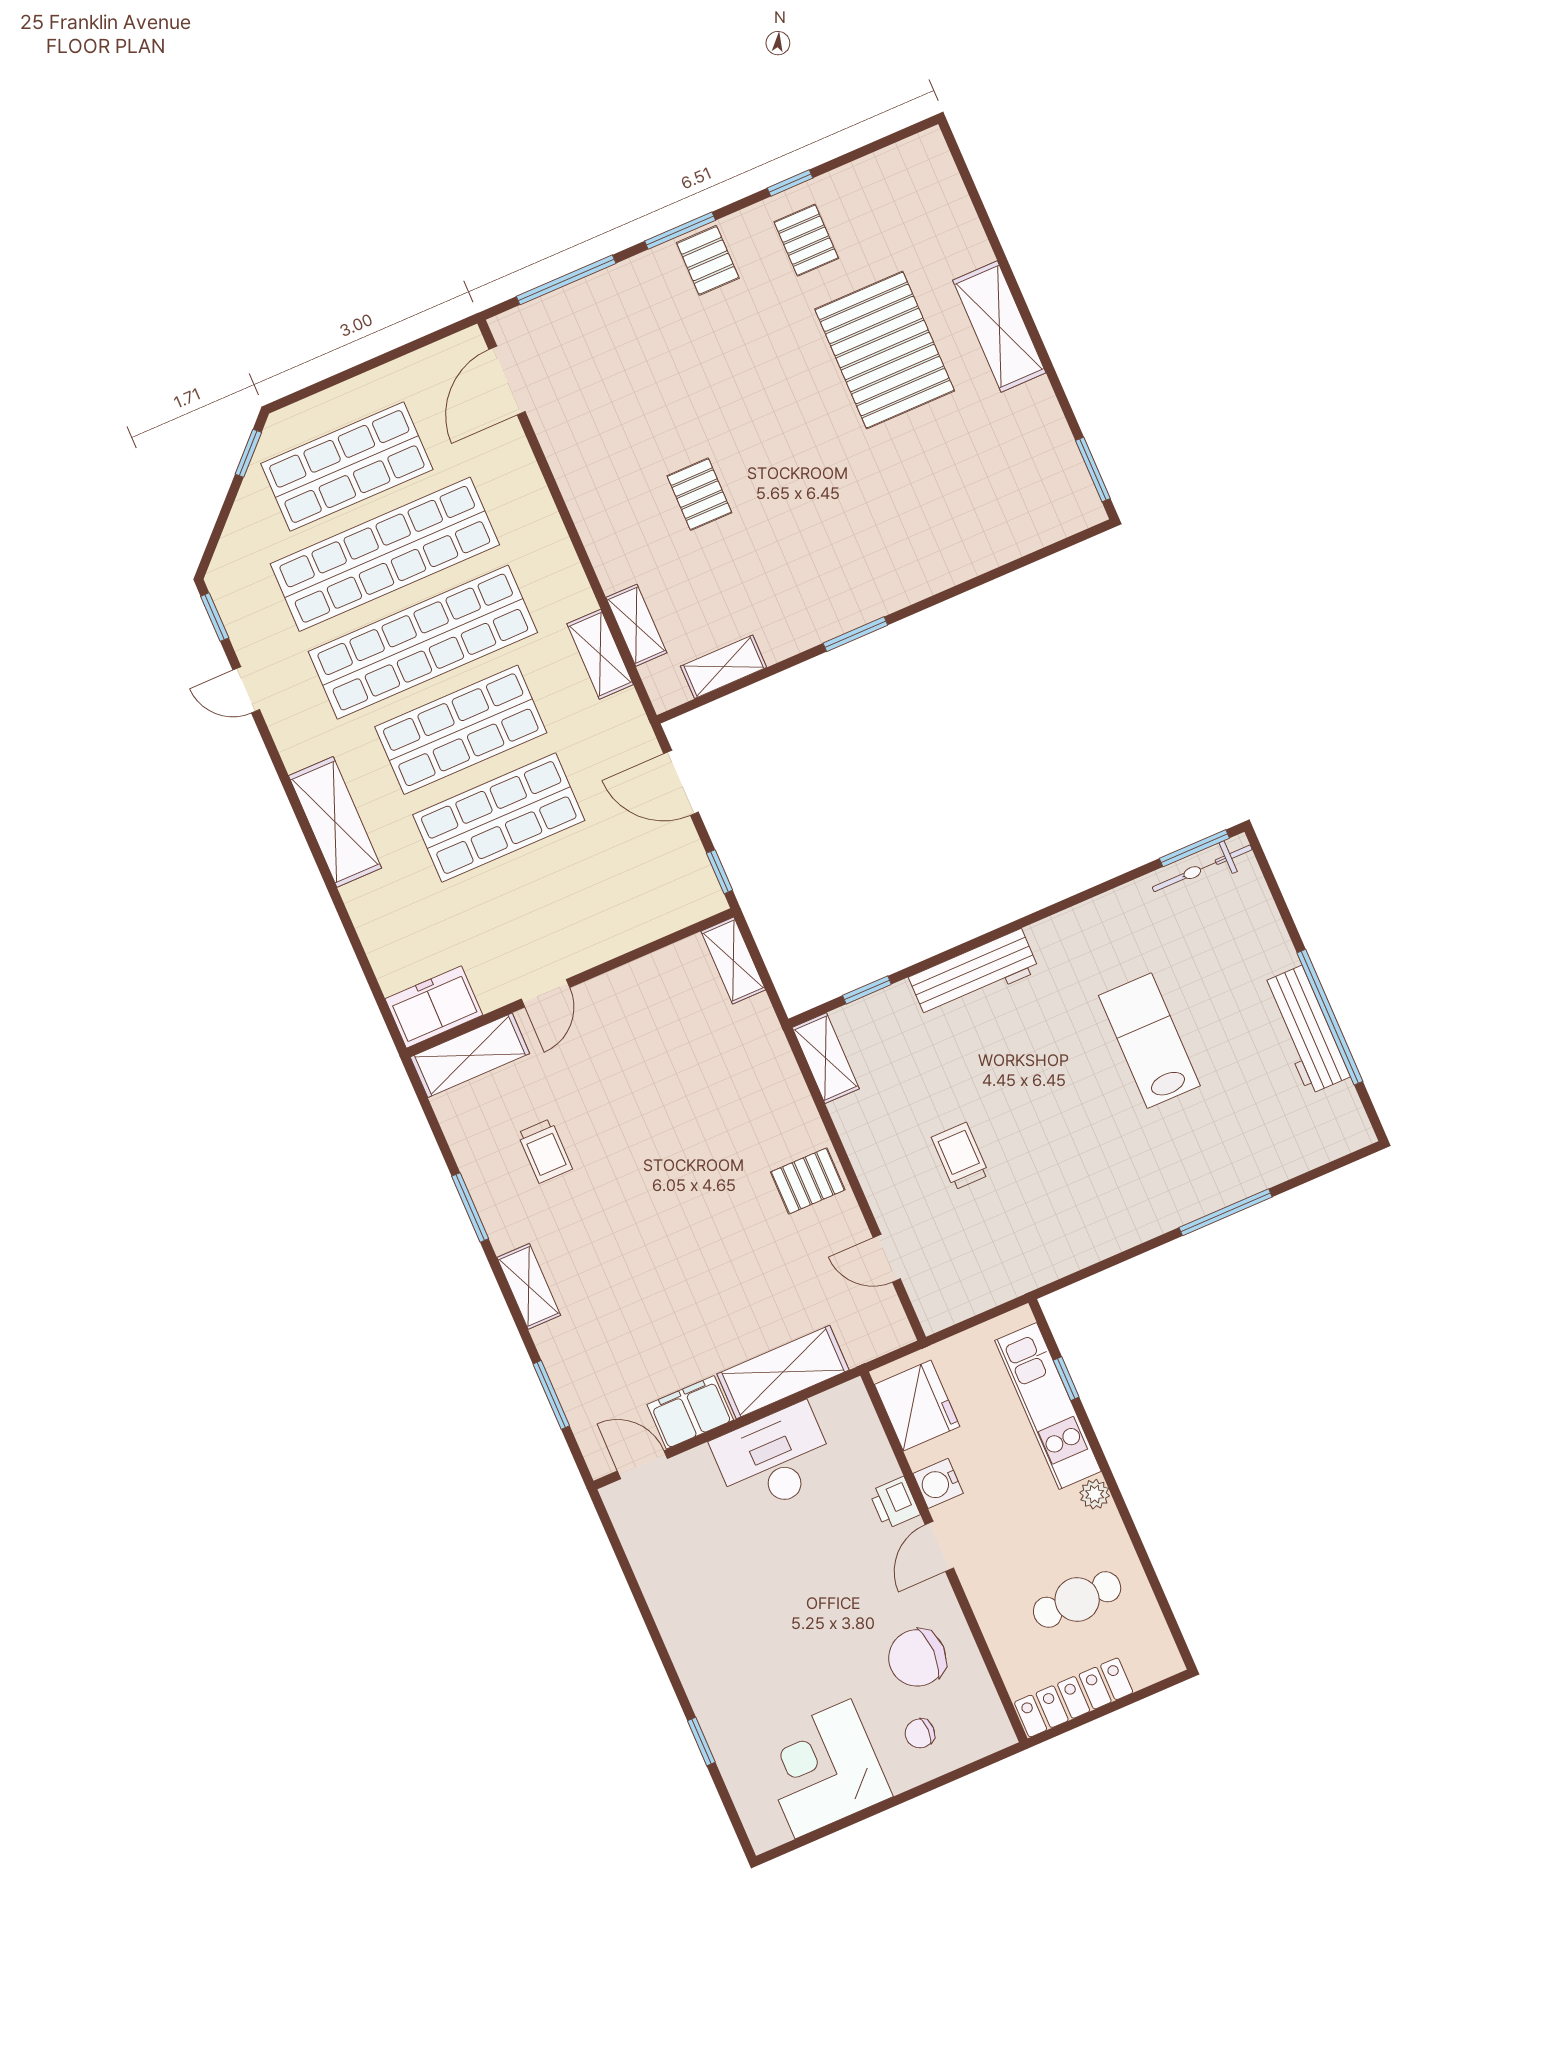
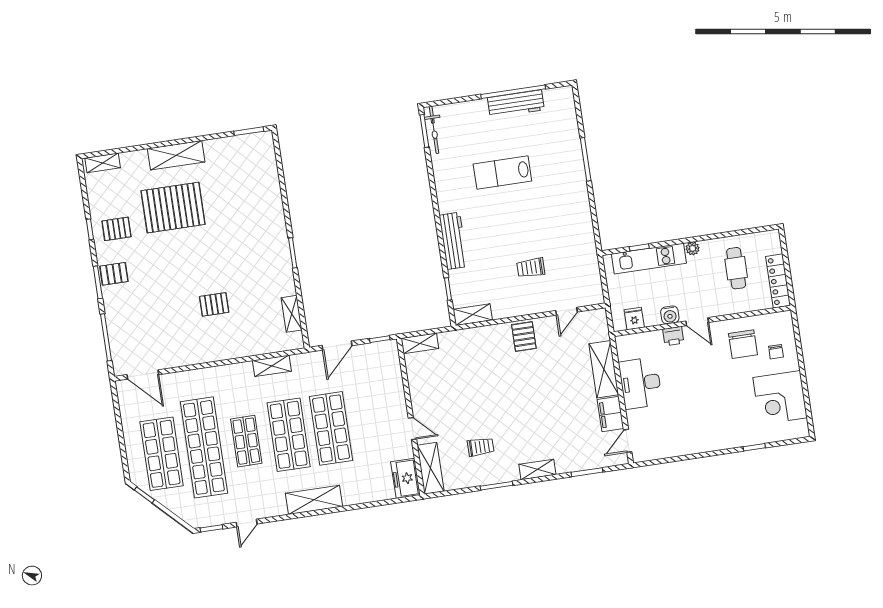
shelving: (636, 625) -> (103, 163), moved
shop shelf: (423, 642) -> (246, 441), width x0.50, depth x0.74
fridge: (917, 1406) -> (634, 319), width x0.53, depth x0.75

